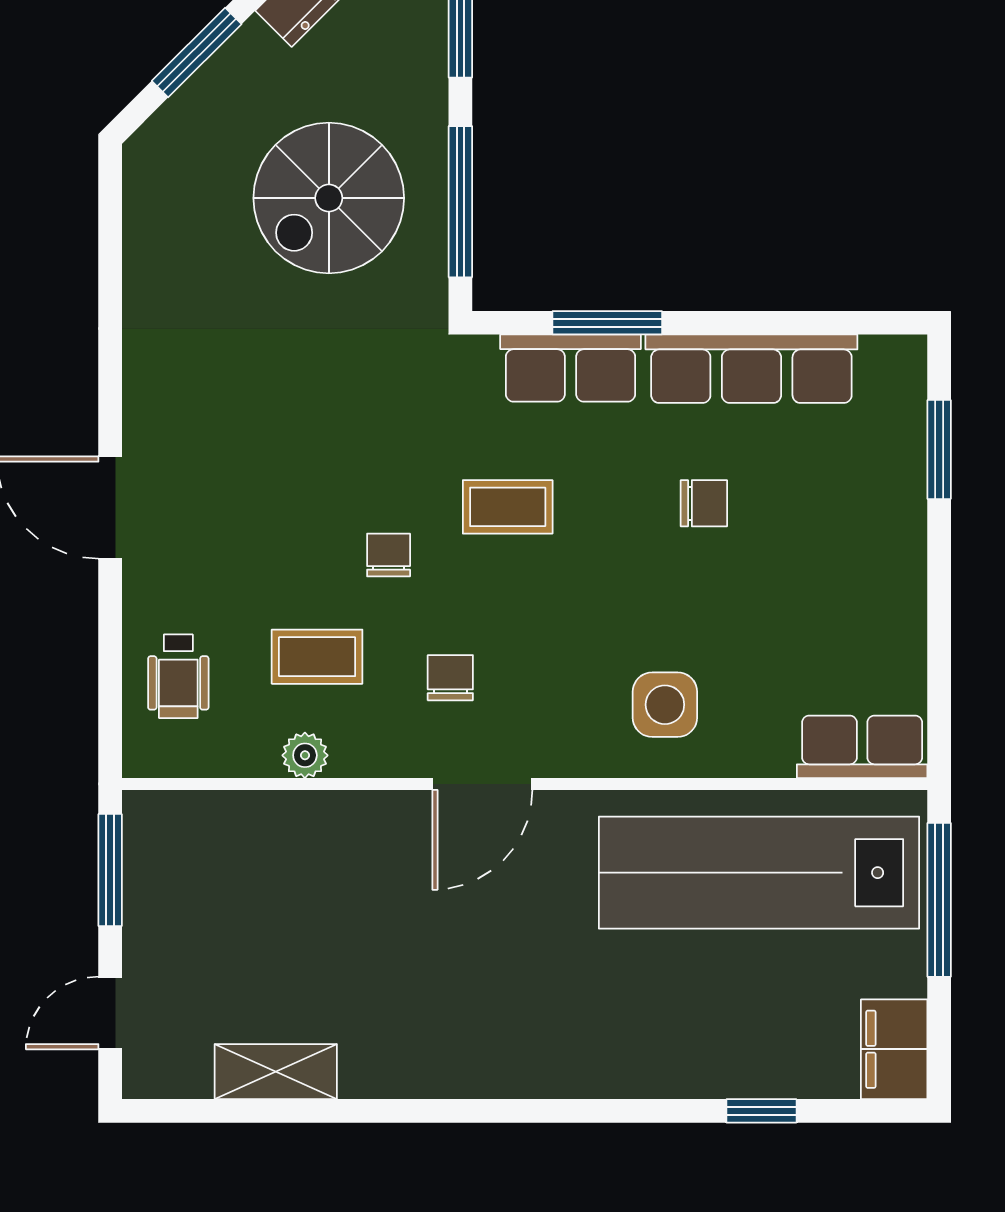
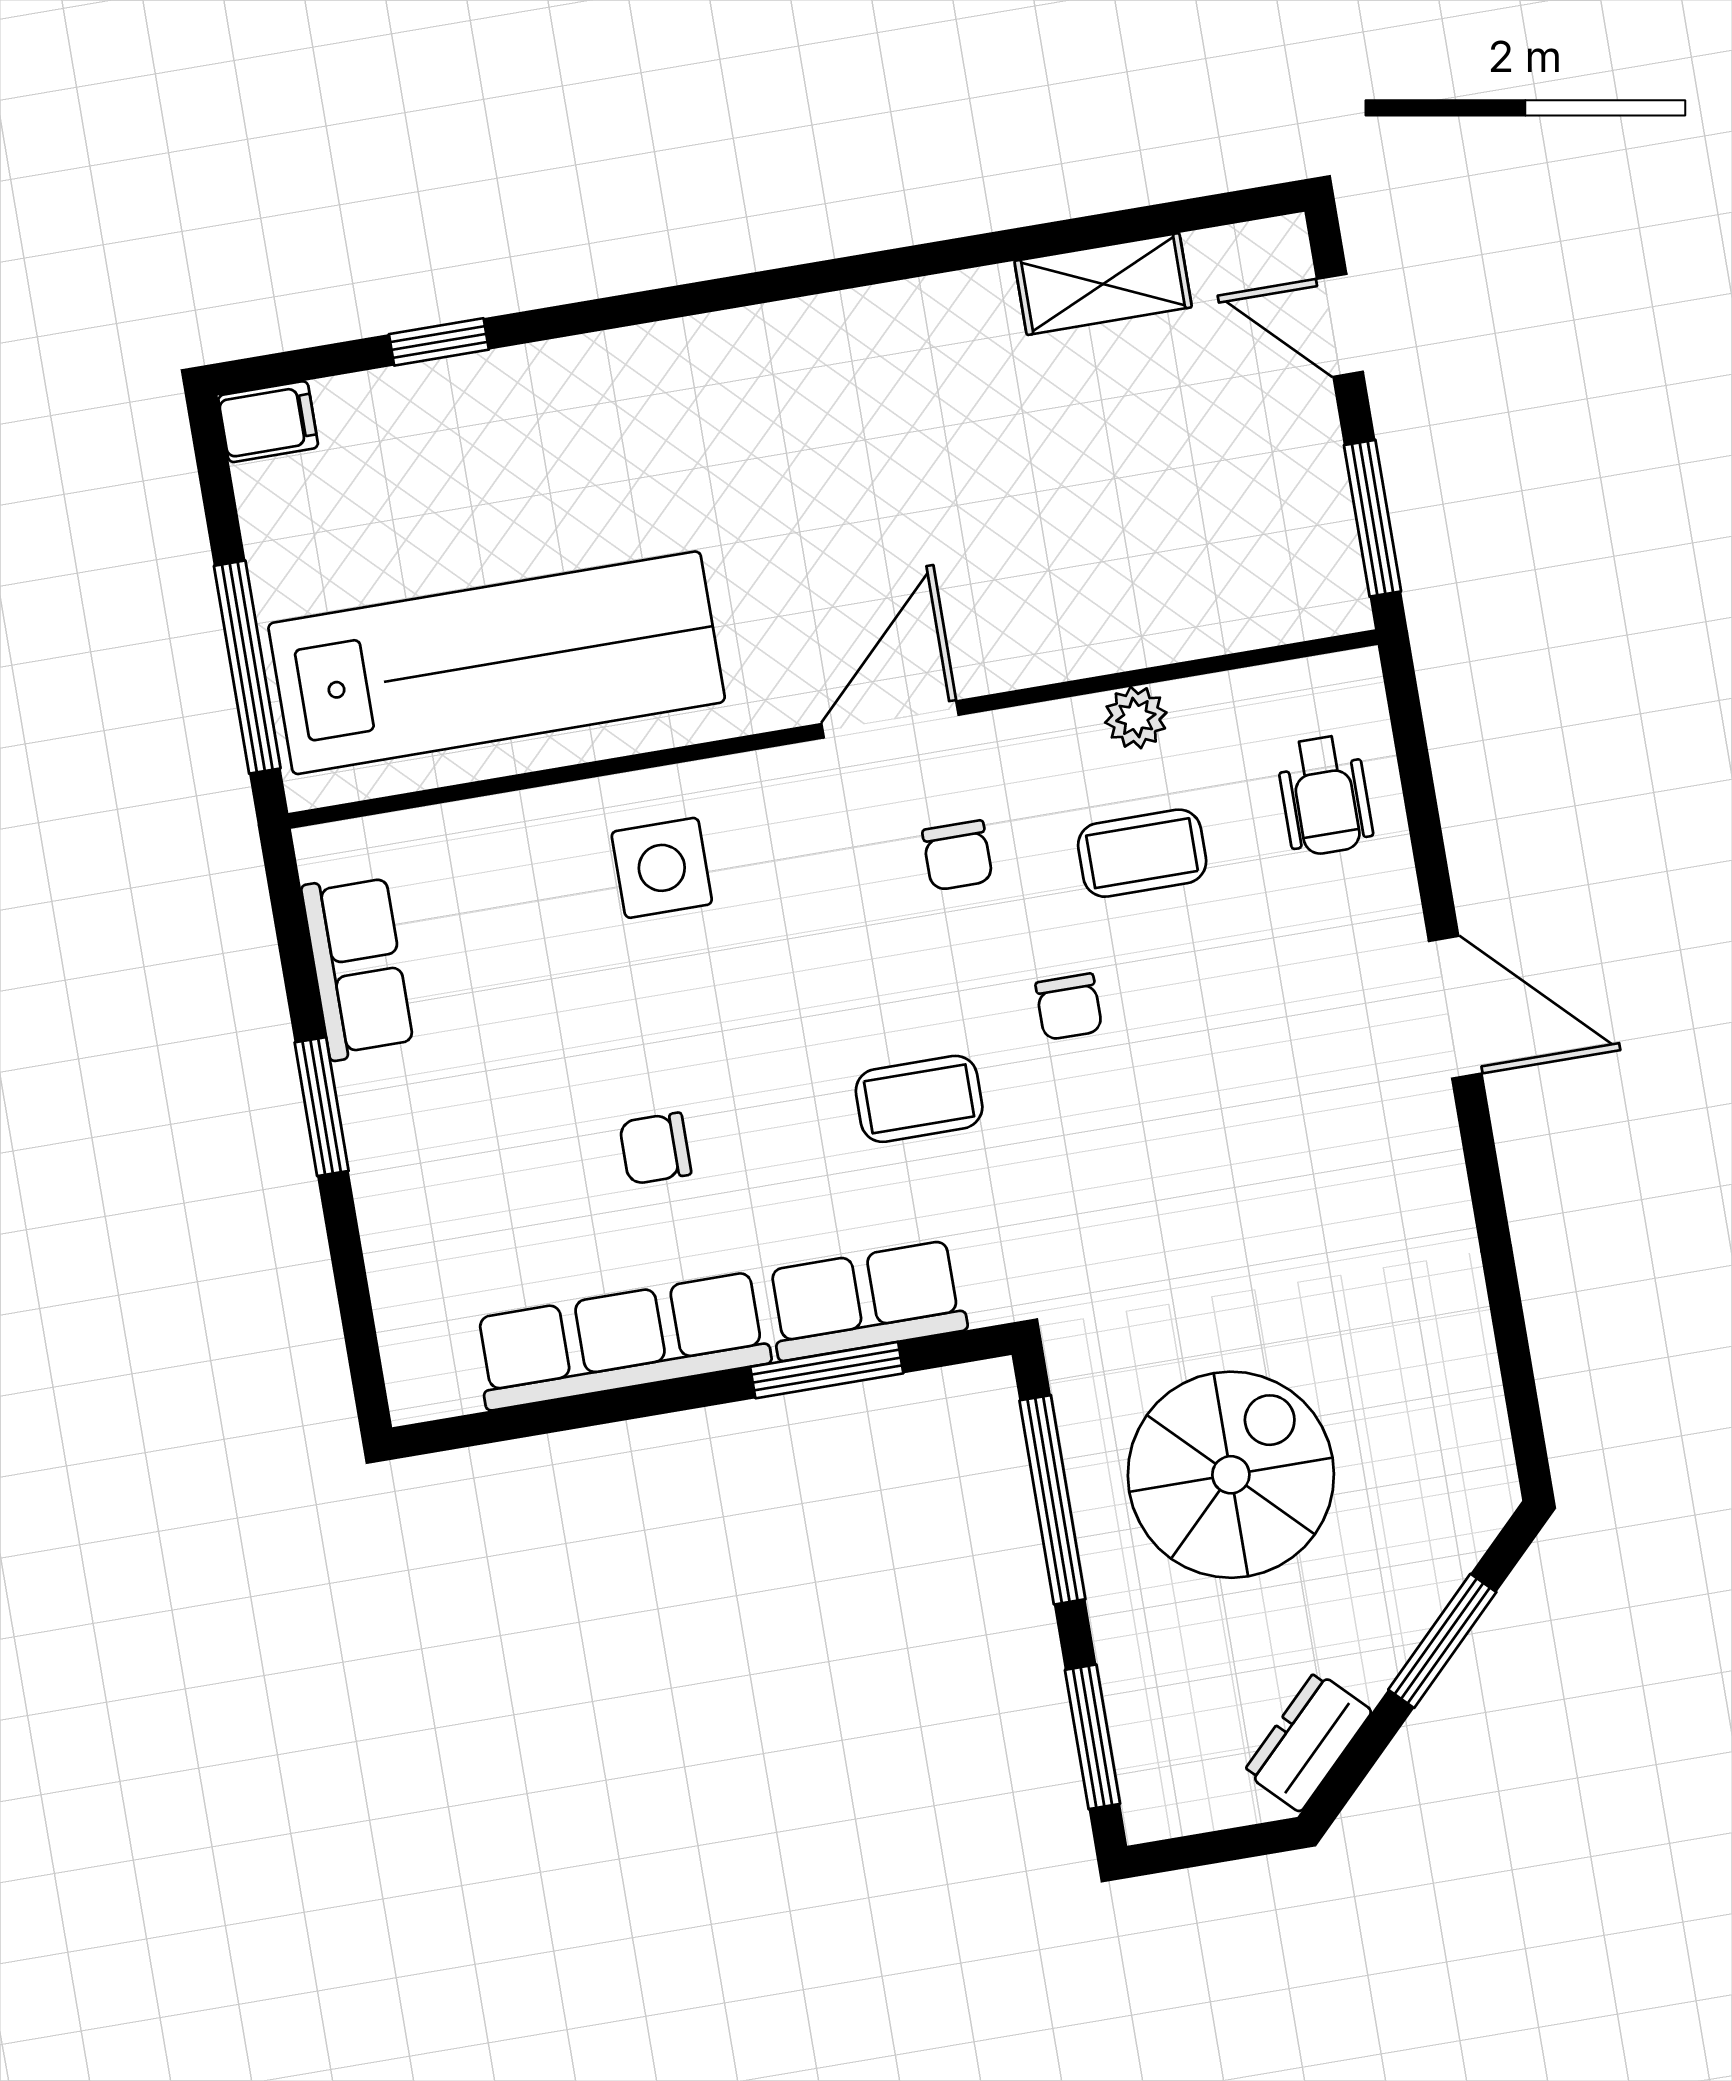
window: (939, 449) -> (322, 1107), moved
wheelchair: (178, 676) -> (1325, 795), turned 180
row of seats: (862, 747) -> (357, 967), moved, turned -90
door: (110, 1013) -> (1340, 325), swing flipped
filing cabinet: (894, 1049) -> (268, 422), width x0.50

